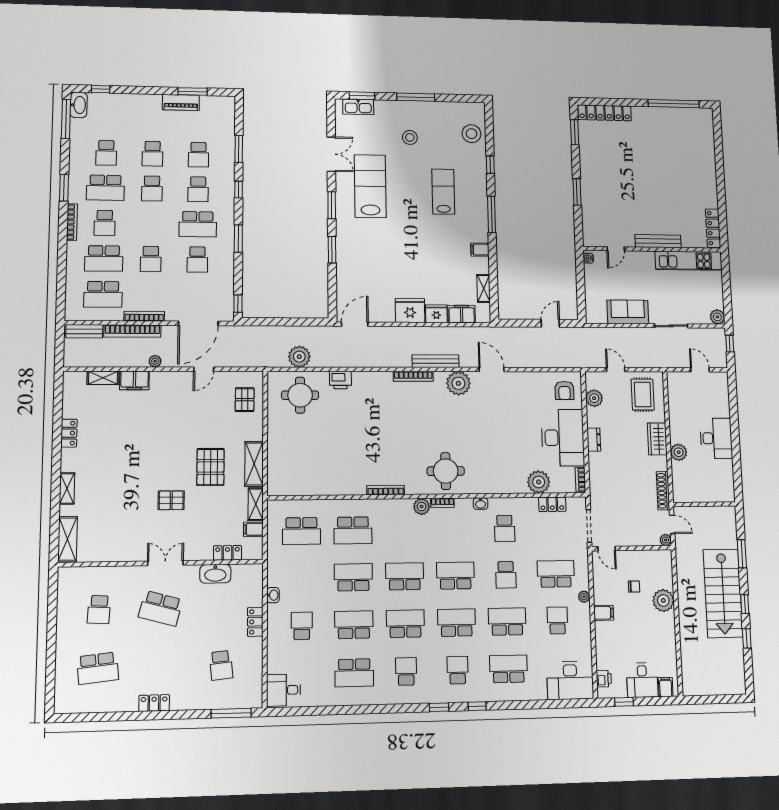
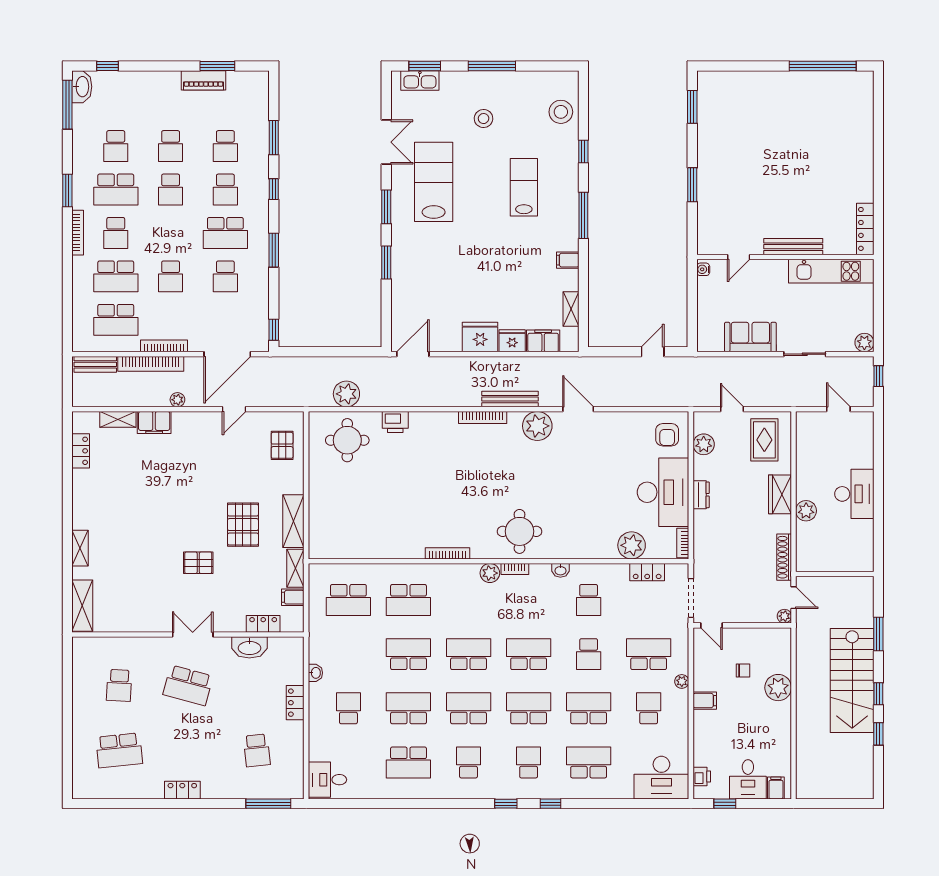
locker: (605, 113) -> (732, 80), removed
locker: (69, 433) -> (81, 451), moved

